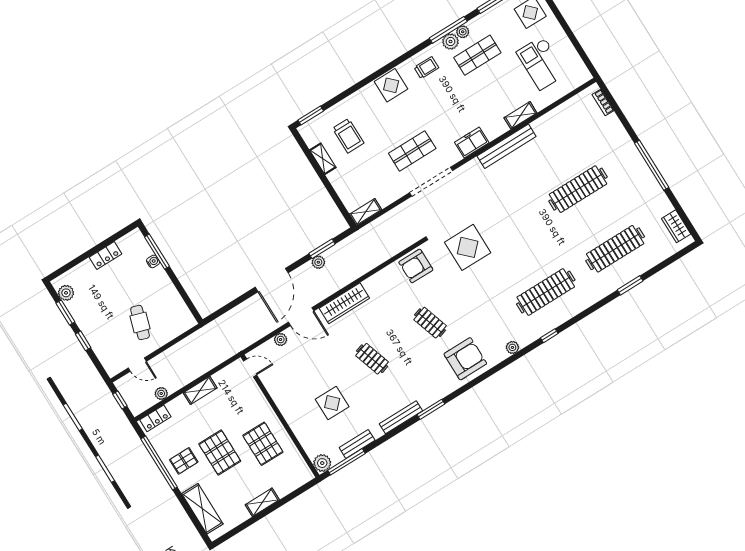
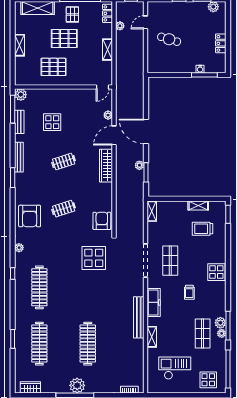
trolley: (426, 68) -> (189, 292), moved
freezer: (472, 142) -> (154, 302), width x1.40
plant: (638, 170) -> (77, 385), added

